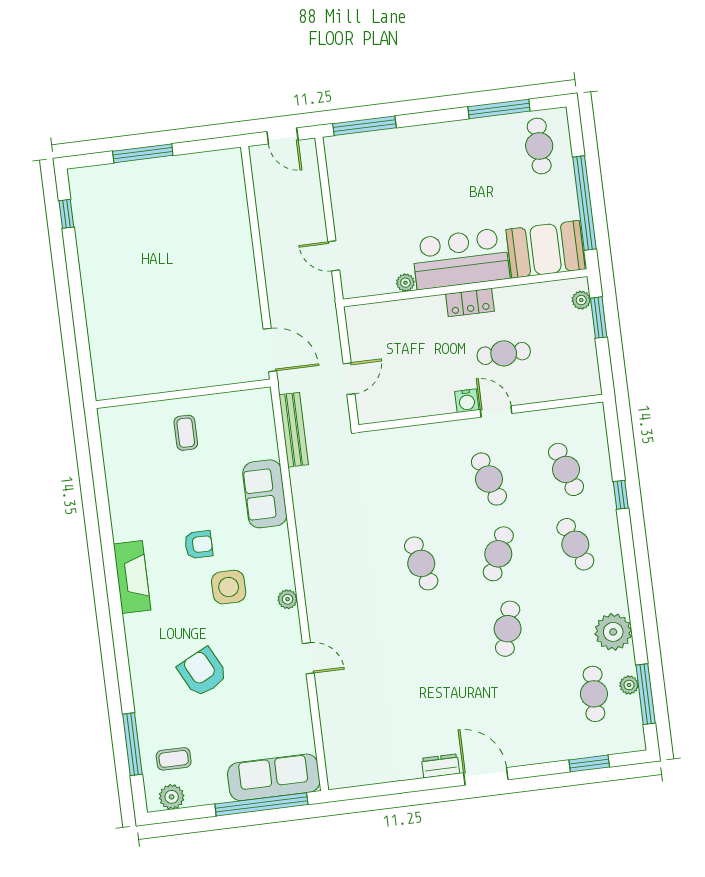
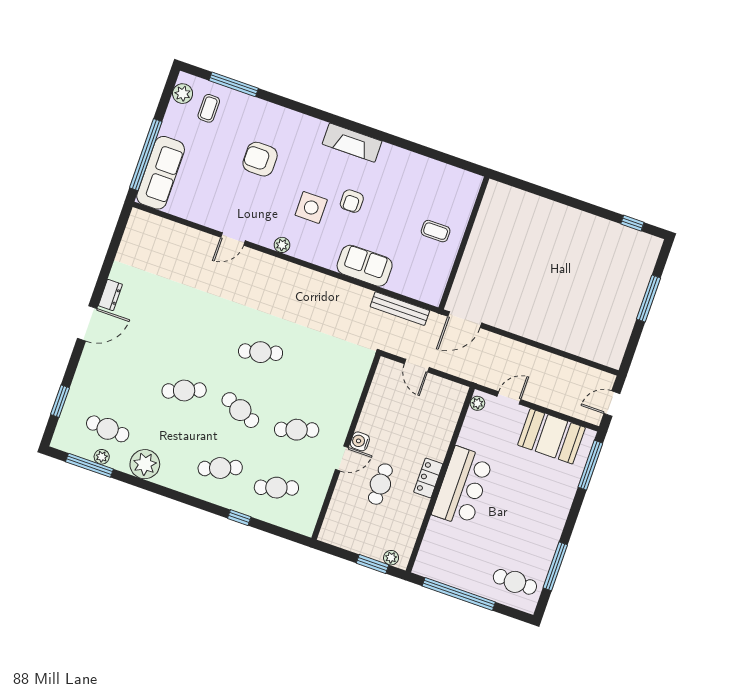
booth: (546, 249) -> (551, 436), moved, turned 90
plant: (405, 283) -> (477, 403), moved
cafe table: (508, 629) -> (184, 390), turned -36
armchair: (202, 672) -> (260, 159), turned -153

